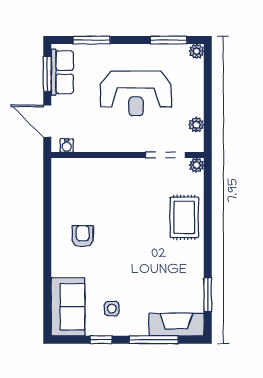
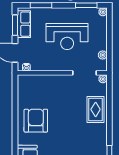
armchair: (83, 236) -> (36, 121), width x1.88, depth x1.88

